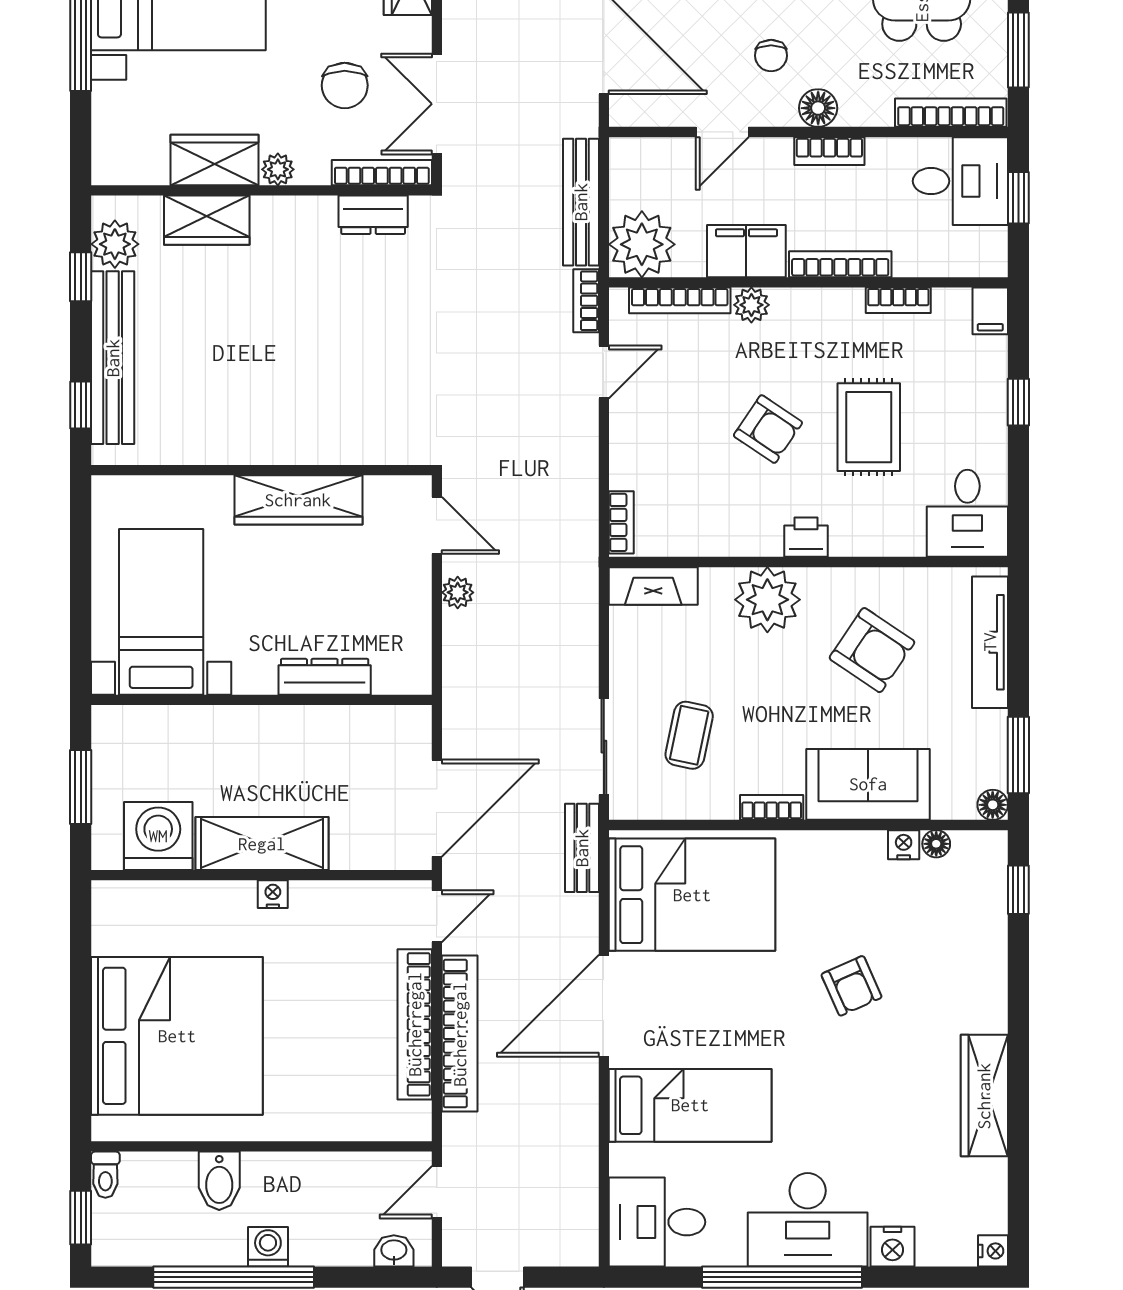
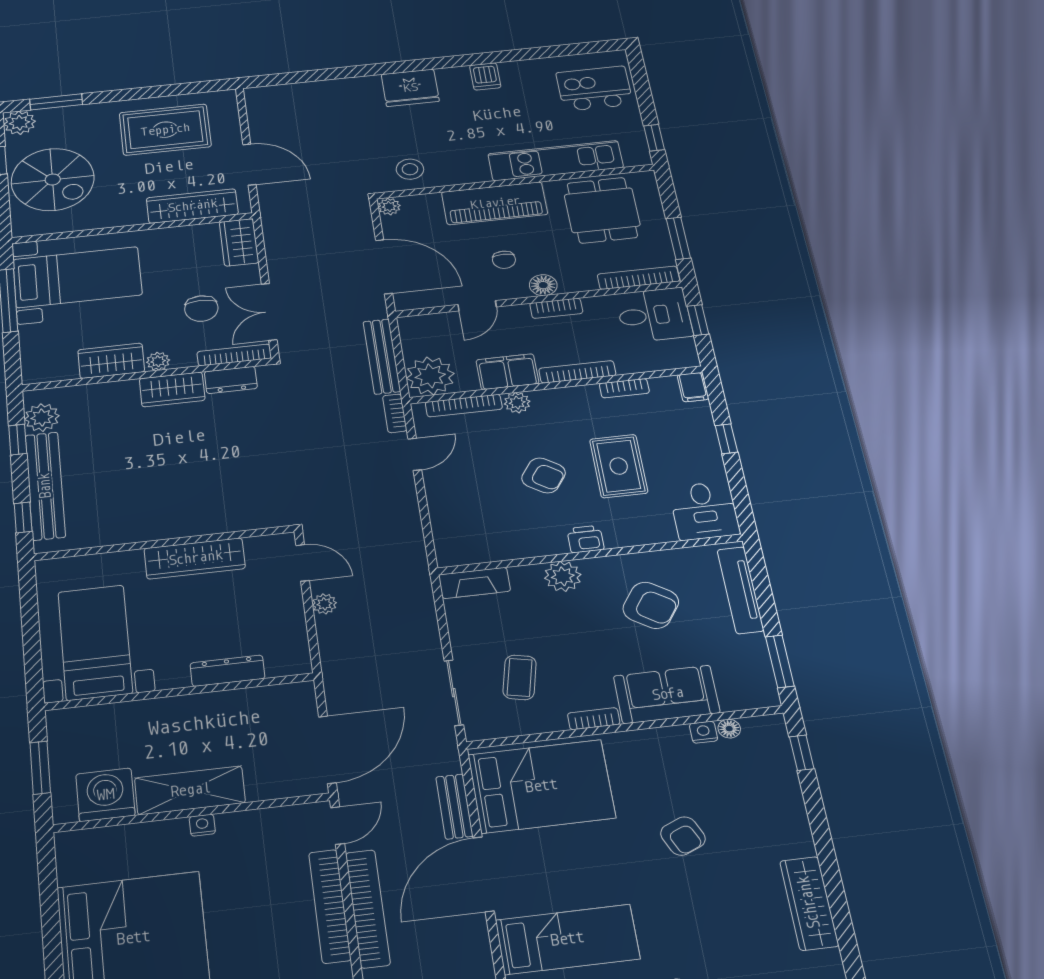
wardrobe: (207, 220) -> (172, 389), moved
bookcase: (621, 522) -> (443, 545), removed
plant: (767, 600) -> (563, 576), width x0.73, depth x0.73
floor lamp: (993, 805) -> (768, 697), removed
bench: (582, 848) -> (454, 806), moved

